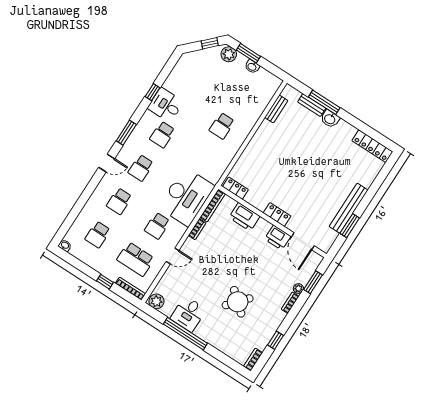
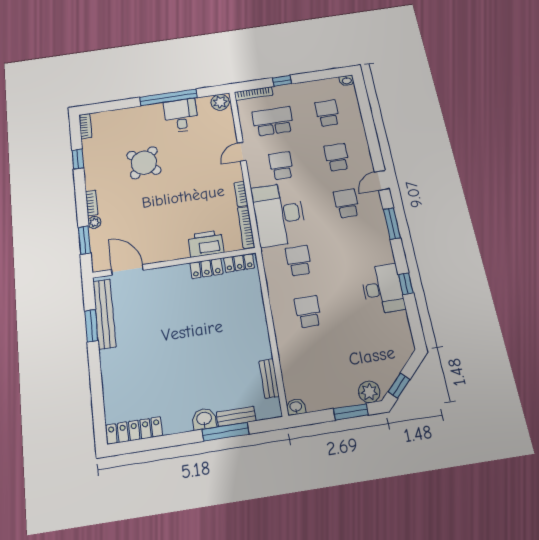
washbasin: (252, 67) -> (296, 407), moved
desk: (166, 105) -> (383, 289), width x1.37
school desk: (162, 135) -> (299, 261), moved
bench: (349, 208) -> (104, 314), moved
locker: (277, 215) -> (206, 268), moved
printer: (278, 238) -> (156, 252), removed

